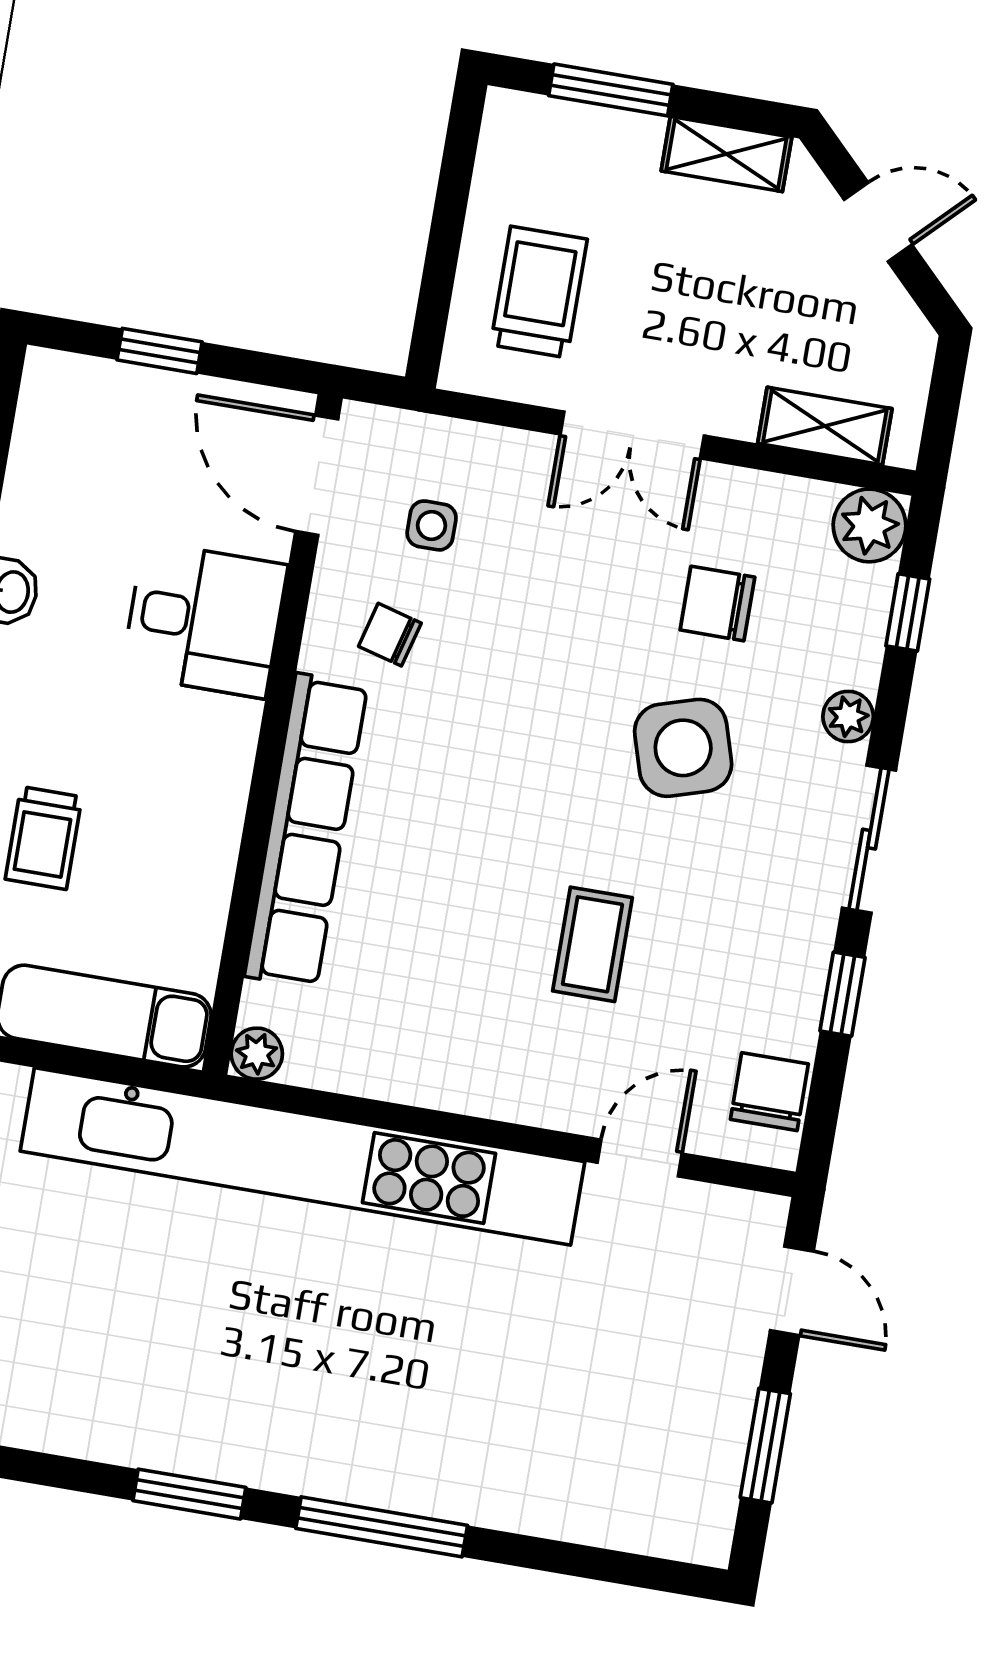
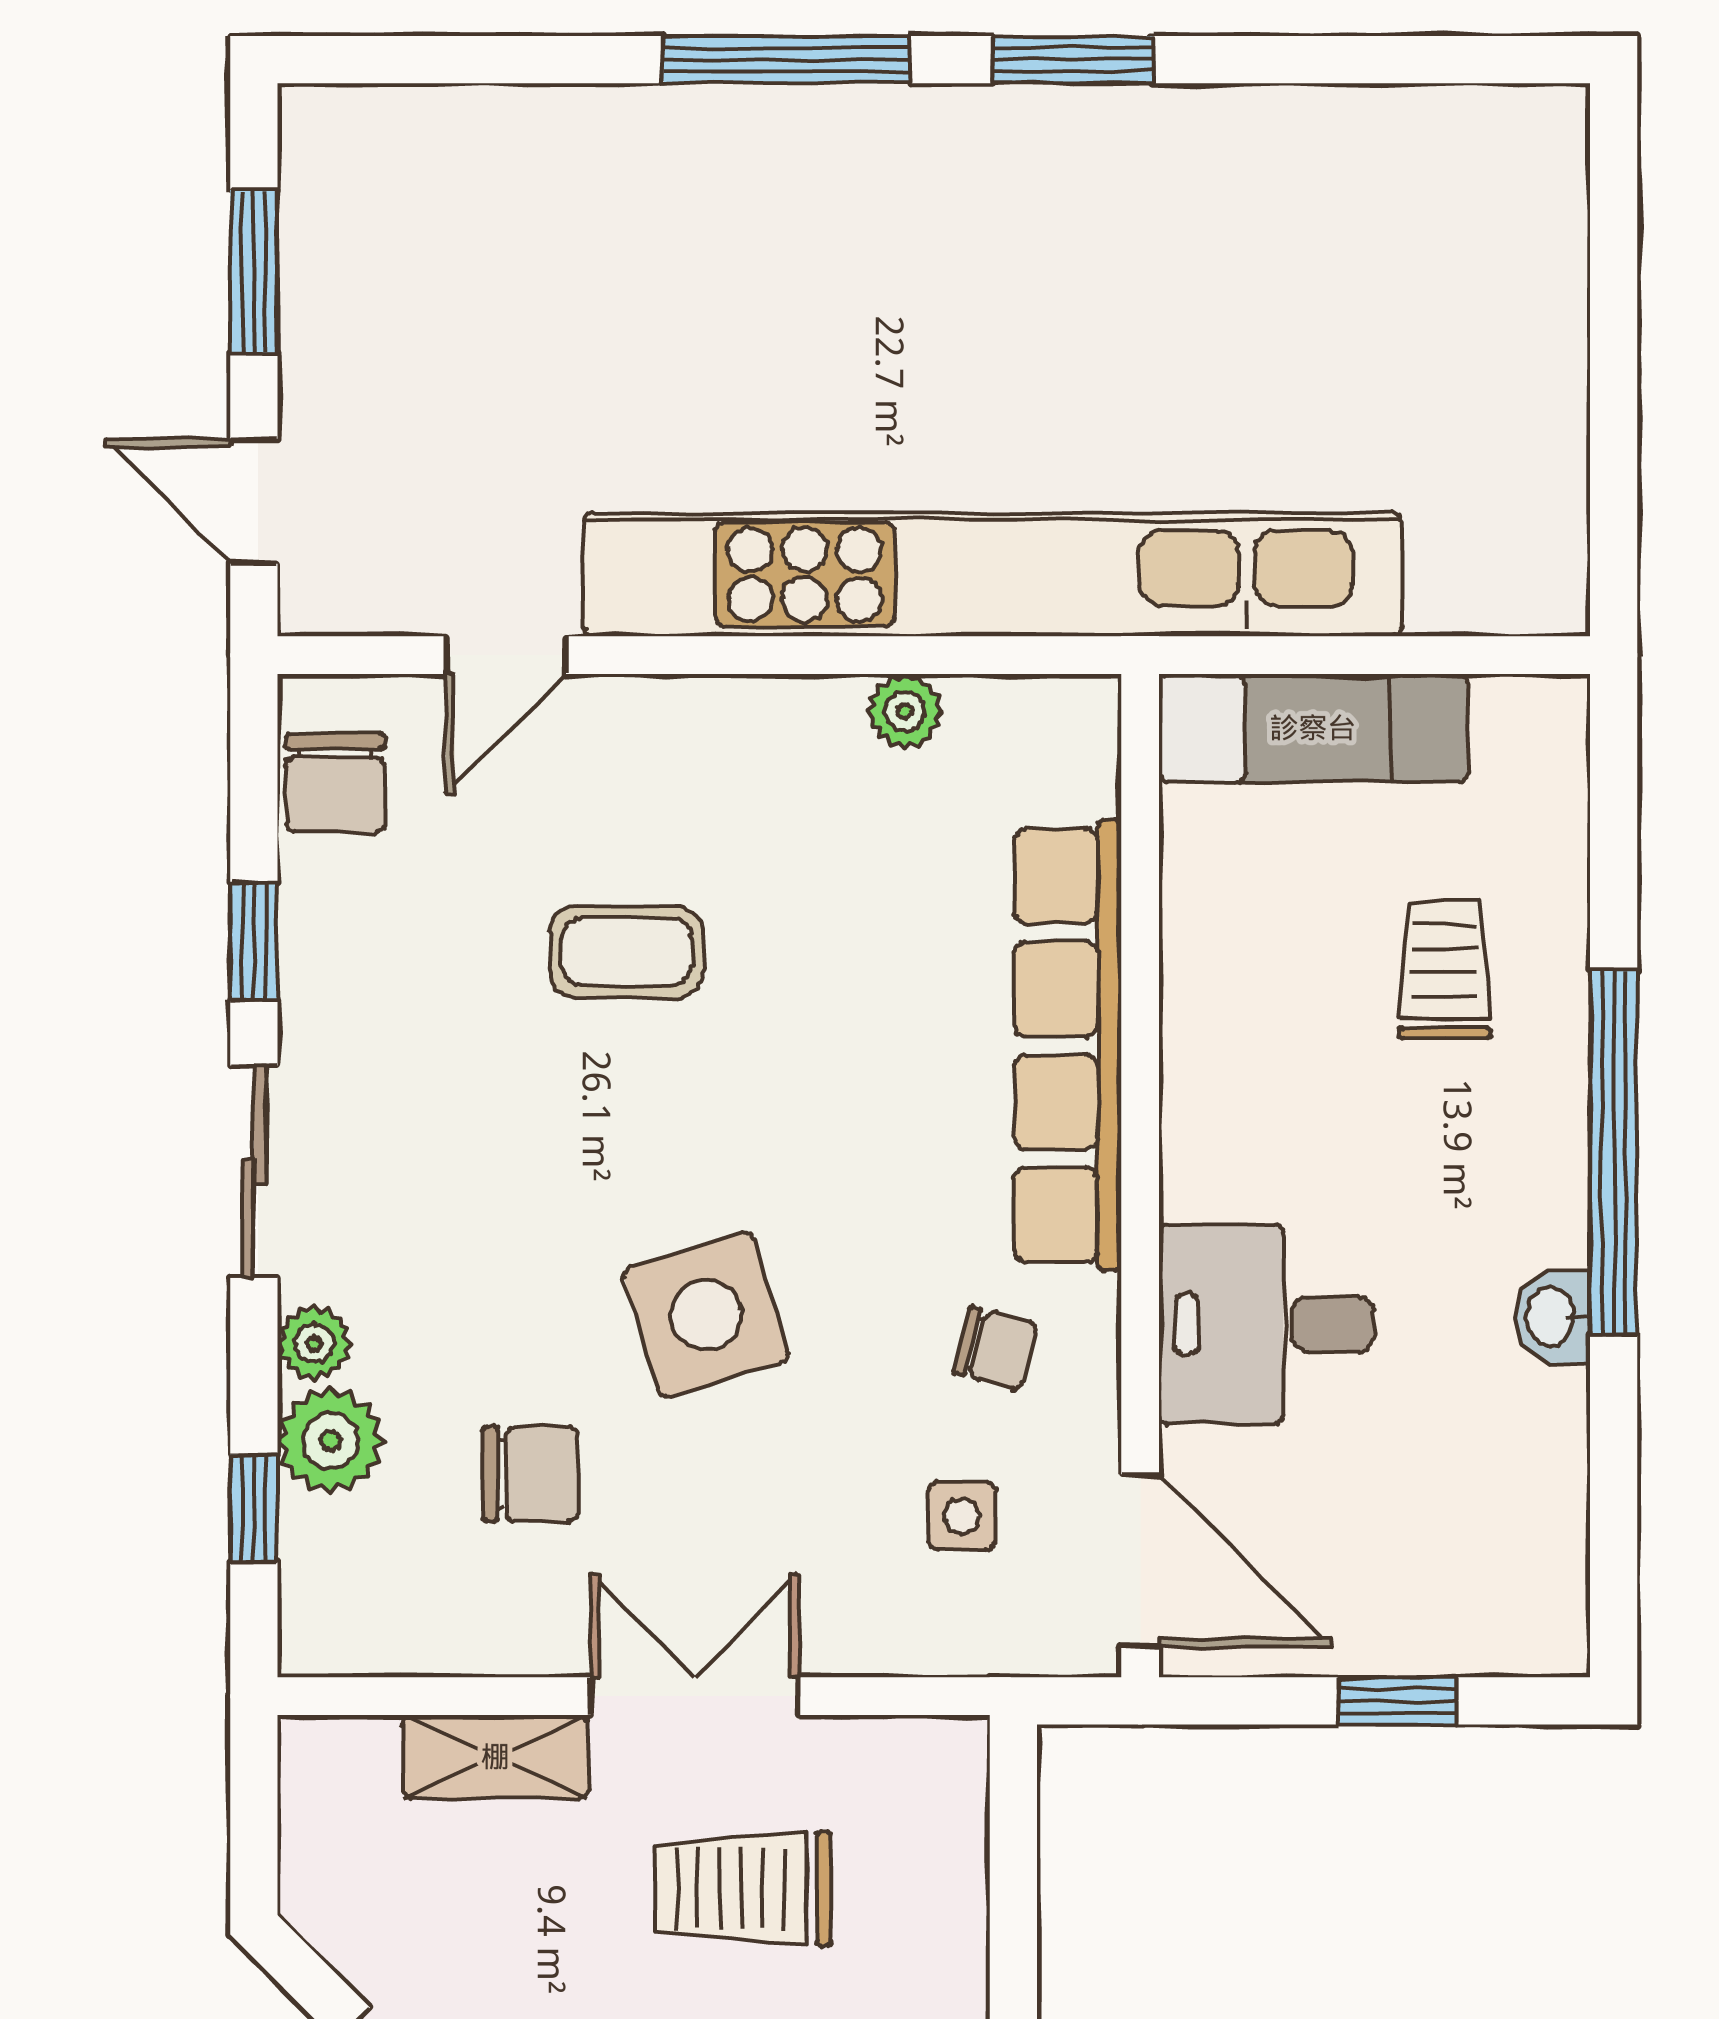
trolley: (539, 292) -> (743, 1889), moved, turned 90
shelving: (825, 426) -> (495, 1757), moved
plant: (869, 525) -> (330, 1441), moved
side table: (683, 748) -> (706, 1315), moved
coffee table: (592, 944) -> (627, 952), turned 90
plant: (257, 1054) -> (905, 711), moved

